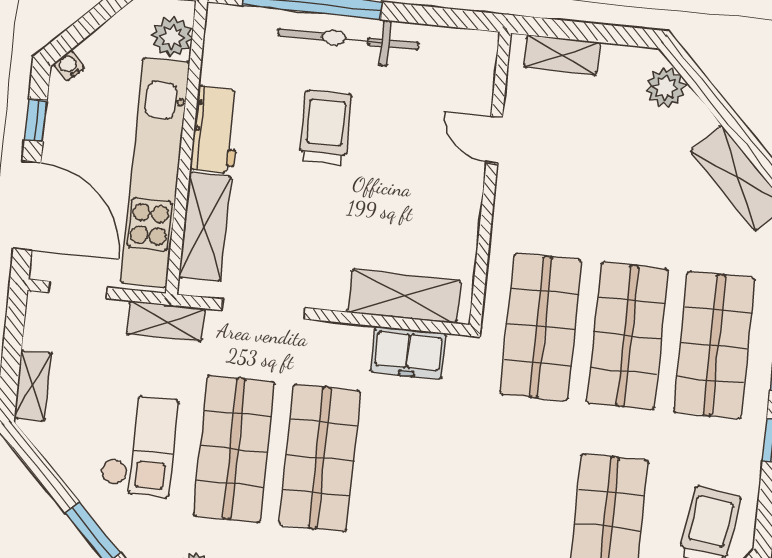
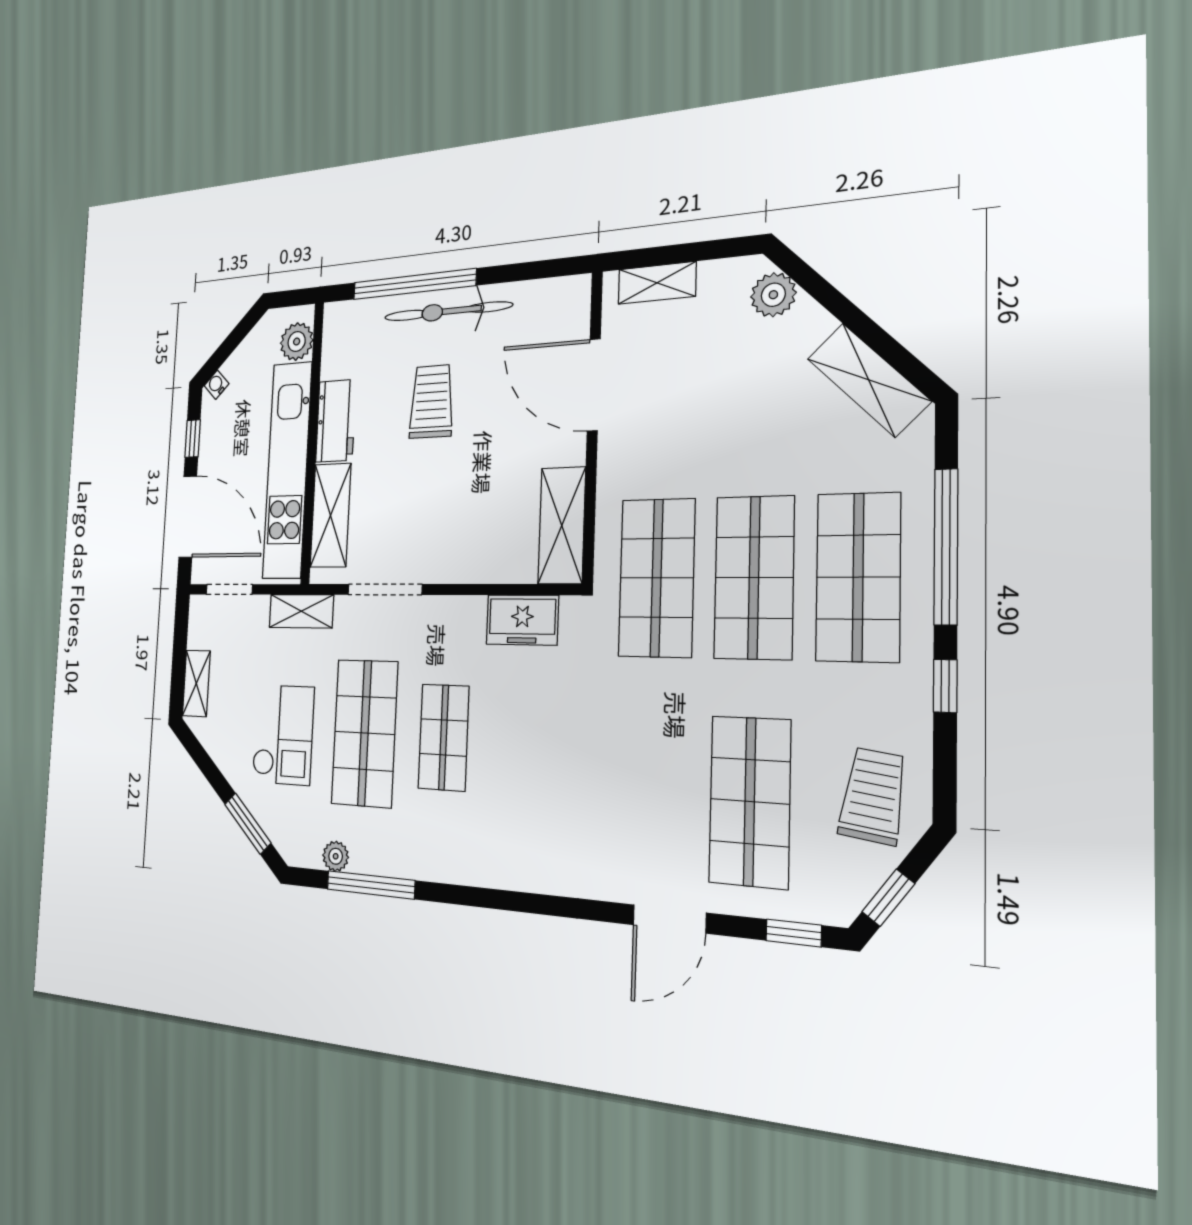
door: (494, 140) -> (594, 385), width x1.88
shelving: (404, 296) -> (562, 526), moved, turned 90
shop shelf: (320, 458) -> (444, 737), width x0.70, depth x0.74

